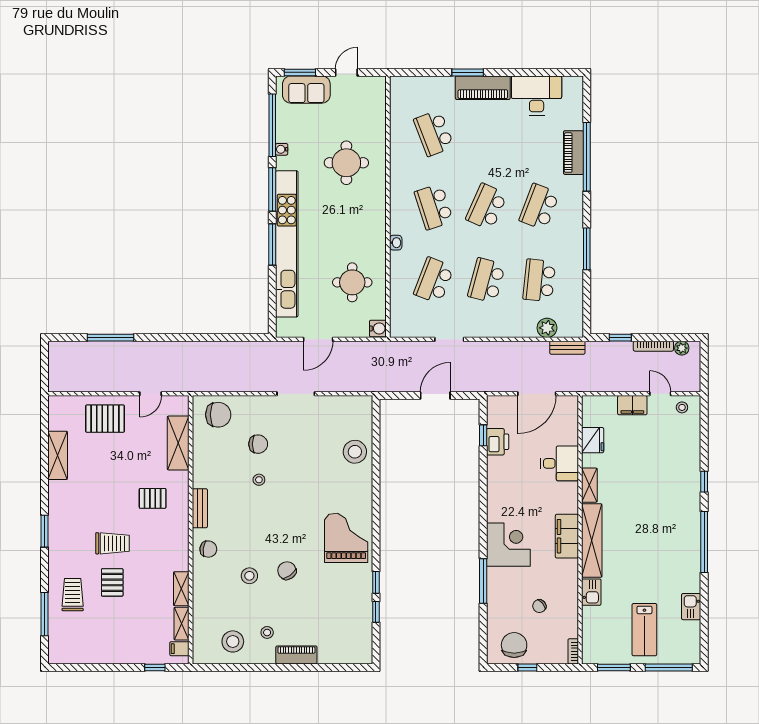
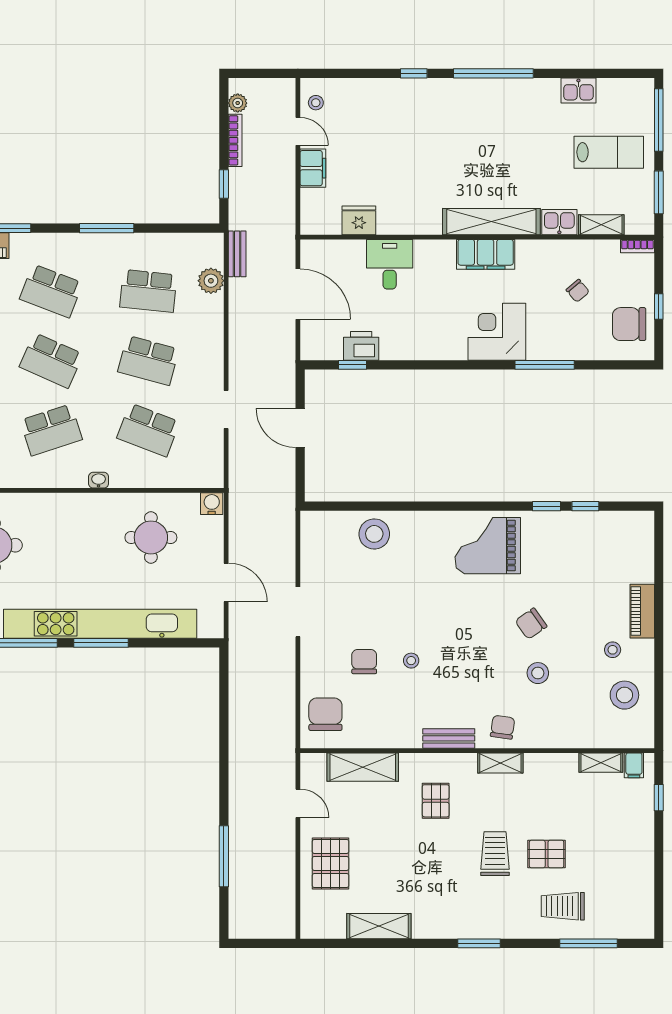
door: (660, 394) -> (298, 131), swing flipped
shelving: (589, 485) -> (601, 225), moved
shelving: (181, 589) -> (500, 763), moved

